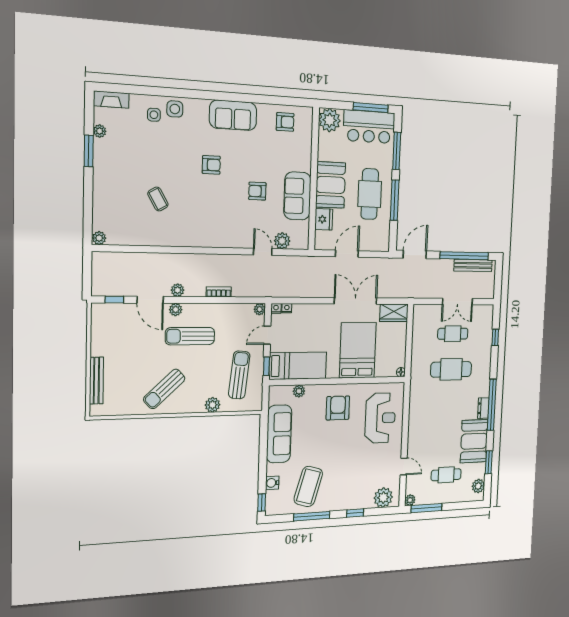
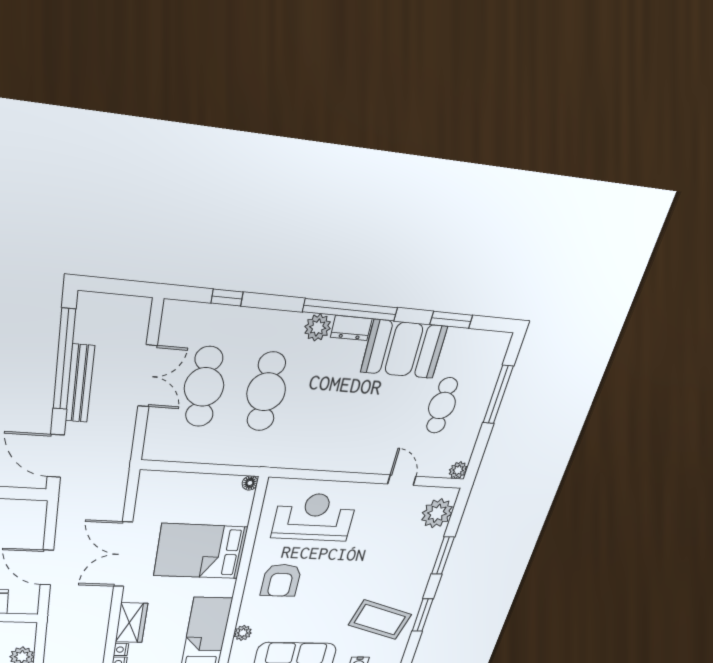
bench: (473, 265) -> (80, 384), moved
wardrobe: (394, 313) -> (131, 623), moved
cafe table: (453, 334) -> (204, 387), width x1.37, depth x1.35
armchair: (338, 408) -> (281, 580), turned -90
door: (404, 467) -> (402, 480), hinge flipped
plant: (478, 486) -> (318, 328), moved
window: (426, 508) -> (498, 395), moved
window: (355, 513) -> (443, 556), width x1.50
window: (312, 516) -> (422, 615), width x0.69

